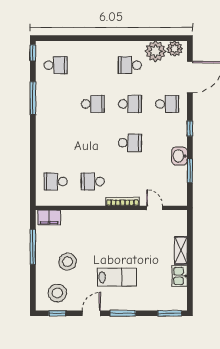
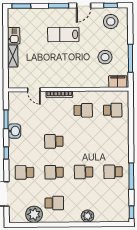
plant: (175, 49) -> (88, 216), moved
school desk: (56, 65) -> (113, 172), moved
stool: (67, 262) -> (105, 57), moved

